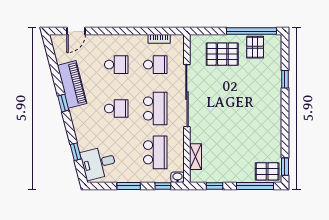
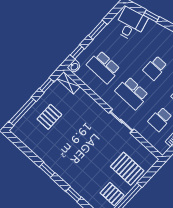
pallet: (222, 54) -> (127, 169), turned 90
sliding door: (187, 96) -> (121, 121), width x0.54
shelving: (195, 157) -> (68, 83), moved
window: (285, 167) -> (47, 170), moved
pallet: (267, 171) -> (49, 117), moved

